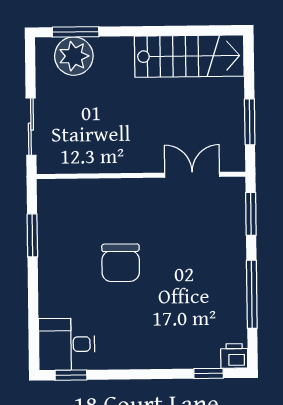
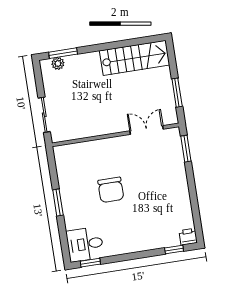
plant: (74, 56) -> (58, 63), width x0.53, depth x0.53
window: (32, 235) -> (58, 202), moved
window: (252, 294) -> (193, 198), removed

